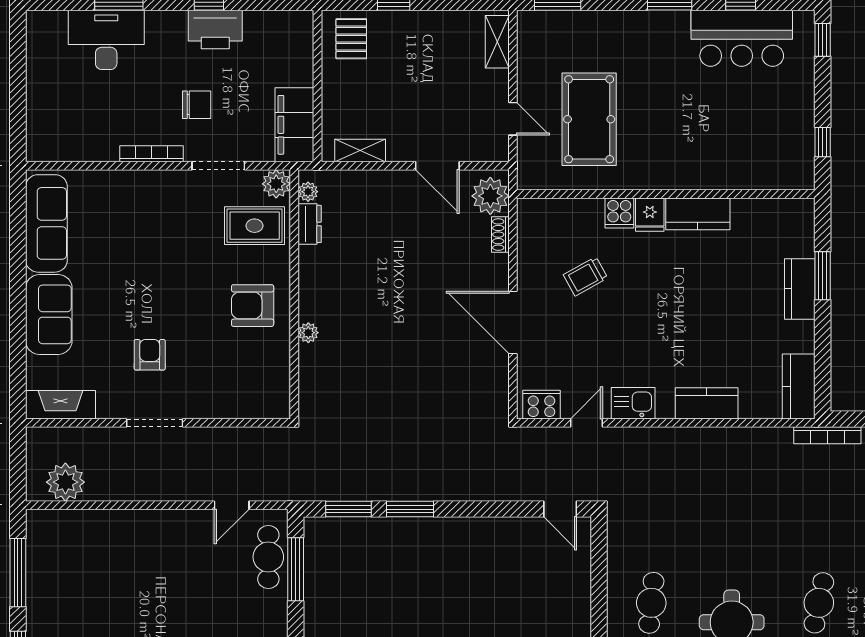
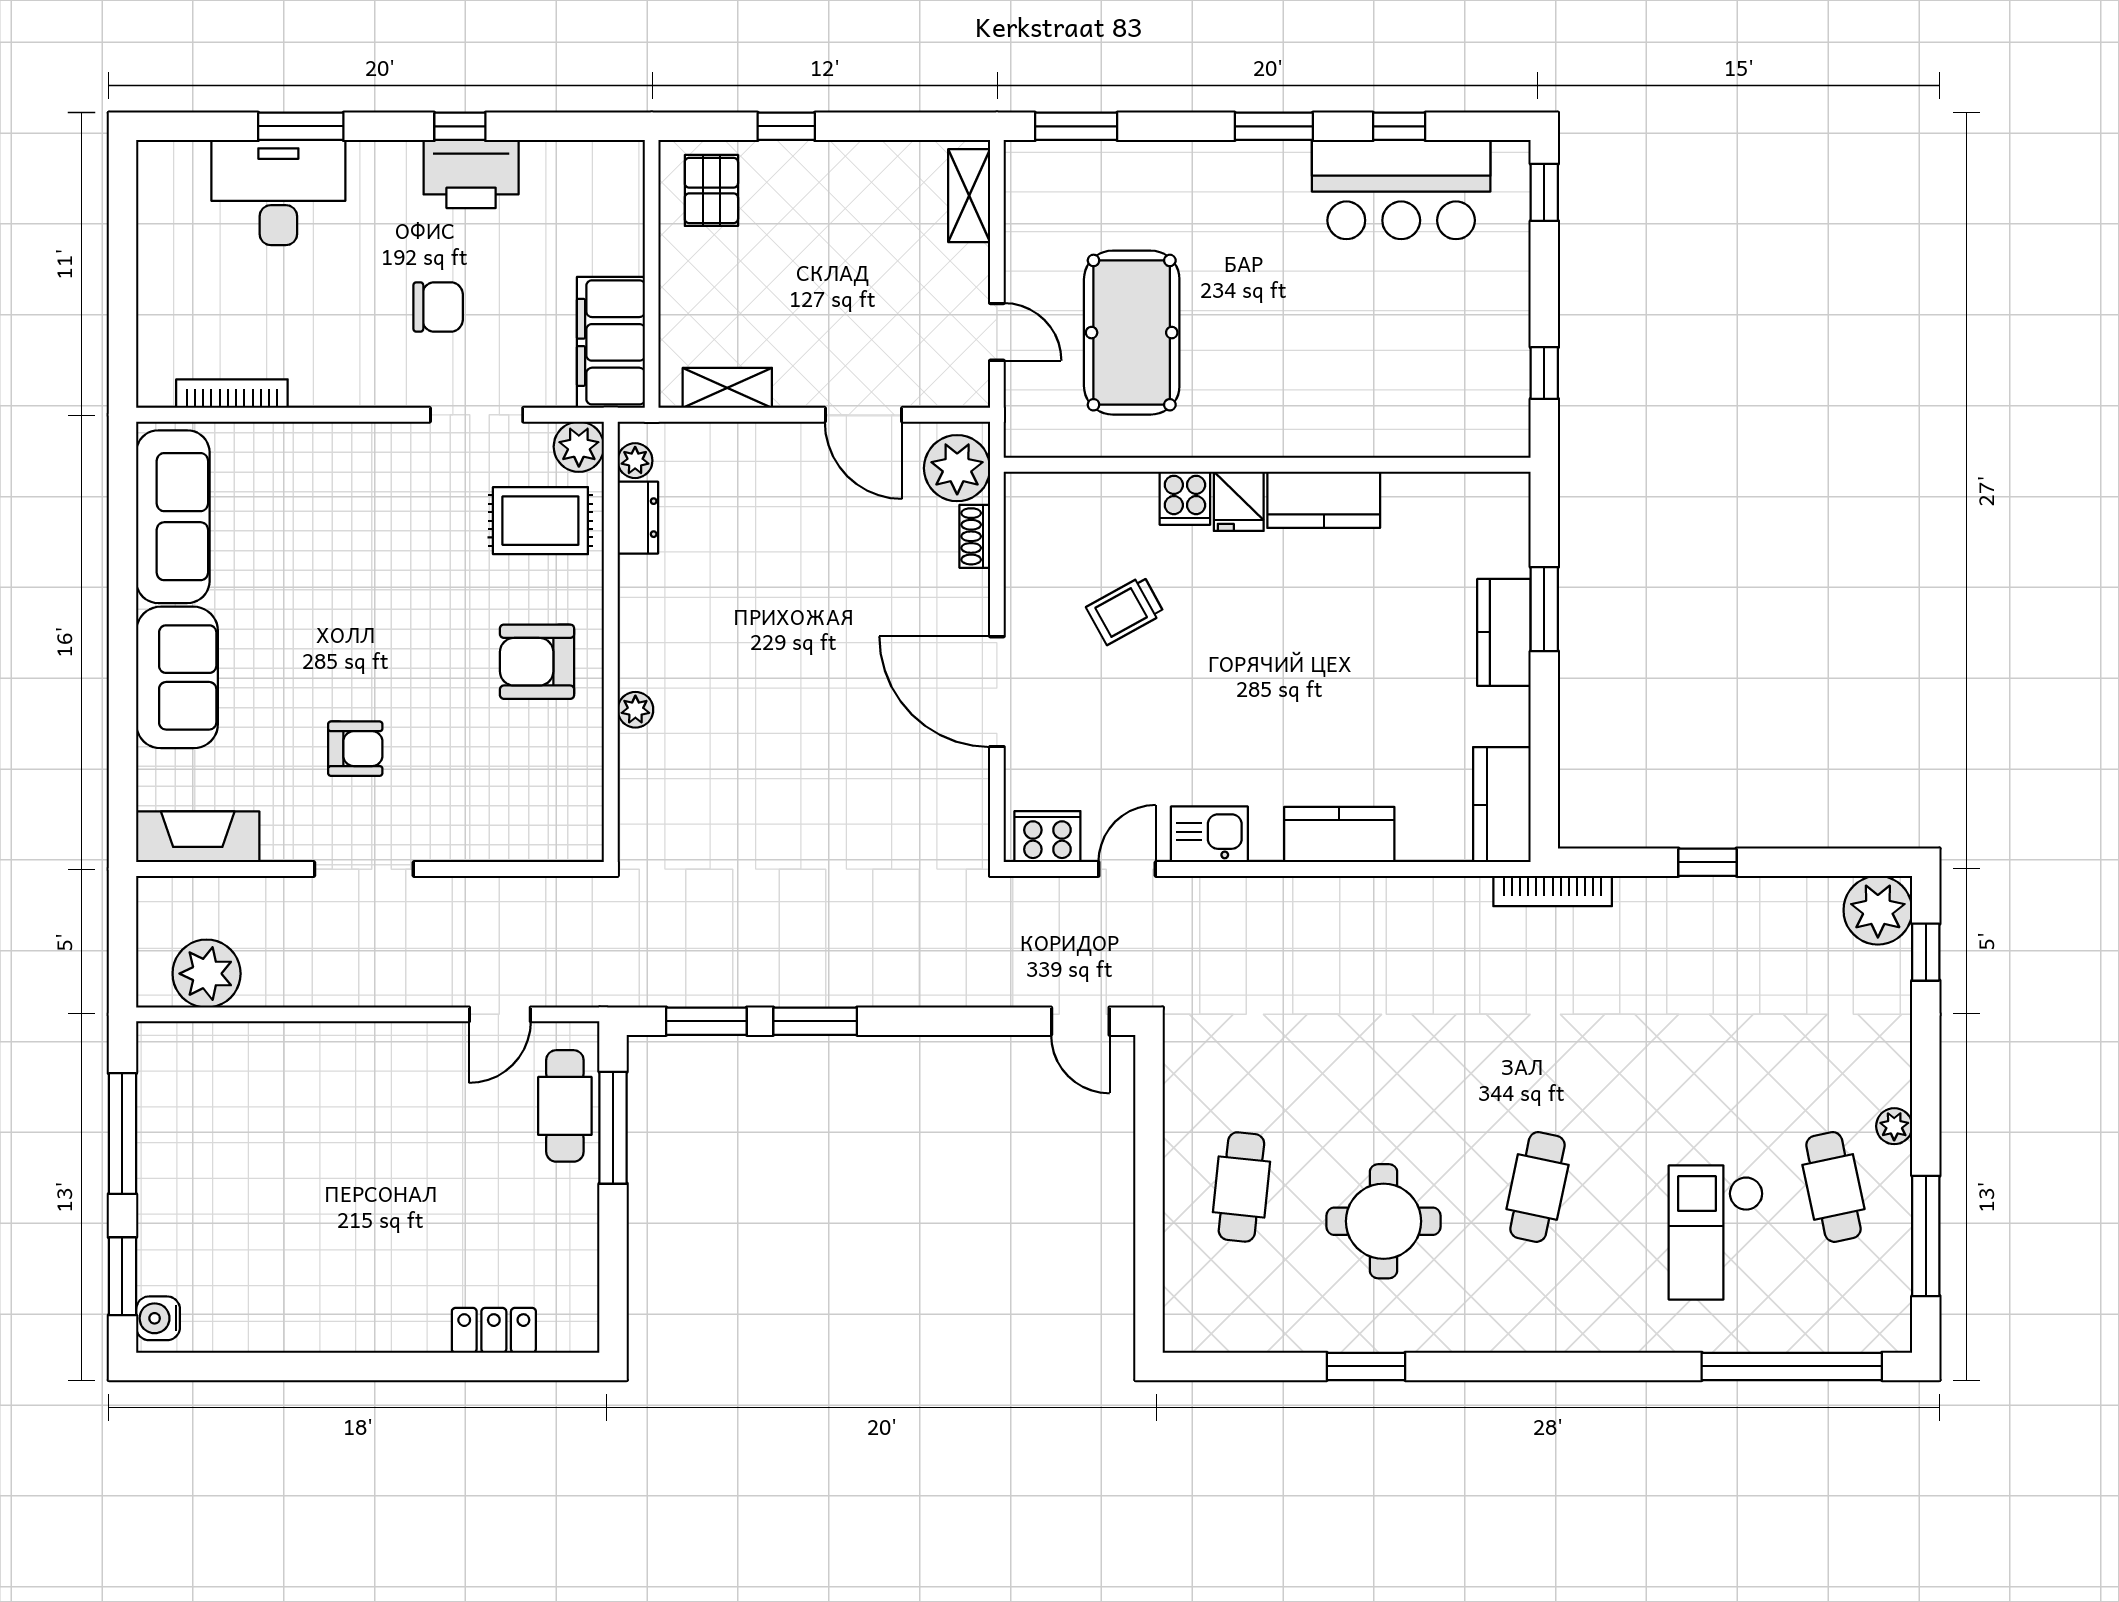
bookcase: (151, 154) -> (232, 394), moved
armchair: (150, 355) -> (355, 749), turned 90

